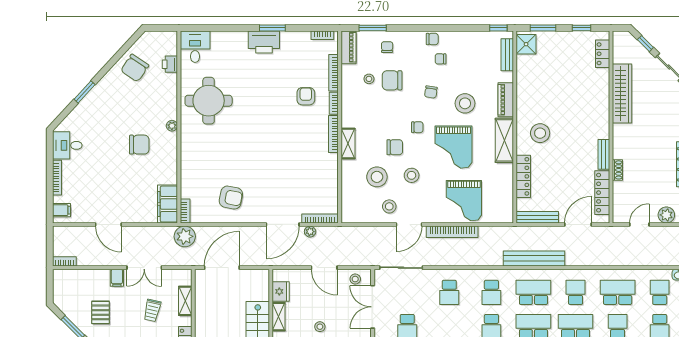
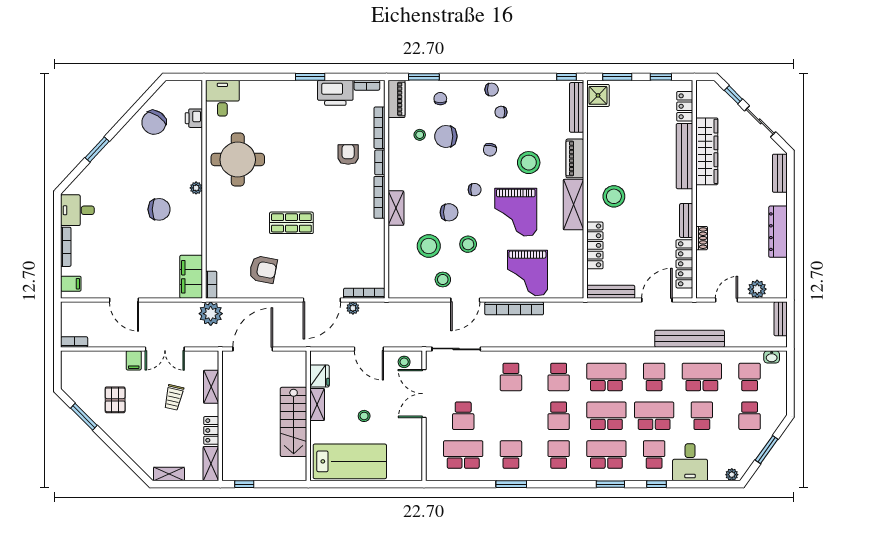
printer: (264, 42) -> (335, 93), moved
bench: (507, 55) -> (577, 107), width x1.36
bench: (602, 98) -> (685, 156), added
shop shelf: (256, 156) -> (291, 223), added
bench: (534, 259) -> (690, 339), moved

